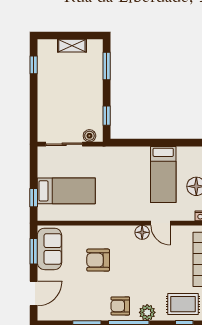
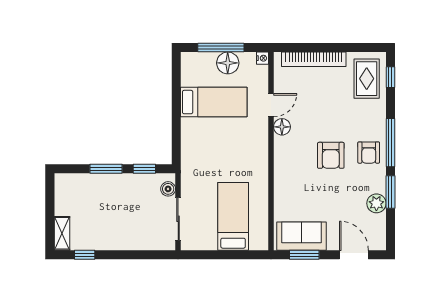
shelving: (72, 46) -> (62, 233), moved
window: (107, 66) -> (106, 169), moved
window: (34, 198) -> (241, 255), removed
armchair: (98, 260) -> (331, 155), moved
plant: (147, 312) -> (376, 203), moved

